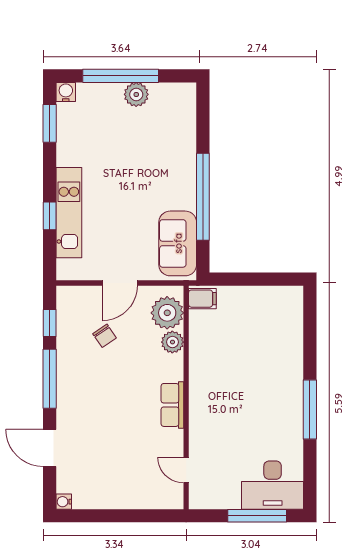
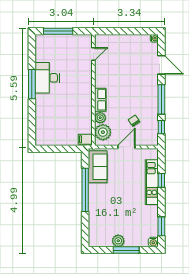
window: (121, 76) -> (126, 250), width x0.68
row of seats: (172, 405) -> (100, 100), moved
door: (186, 470) -> (93, 54), hinge flipped
desk: (273, 485) -> (47, 78), moved, turned -90

